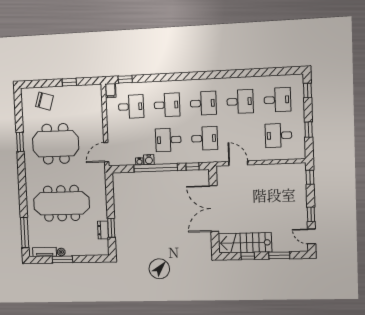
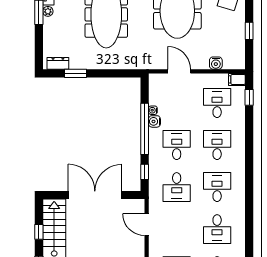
desk: (203, 103) -> (217, 187), turned 180
desk: (167, 105) -> (217, 145), turned 180
desk: (131, 107) -> (217, 103), turned 180
water cooler: (97, 109) -> (216, 63), added
door: (106, 152) -> (179, 71), moved
door: (238, 163) -> (147, 225), swing flipped
dresser: (103, 230) -> (58, 63), moved

